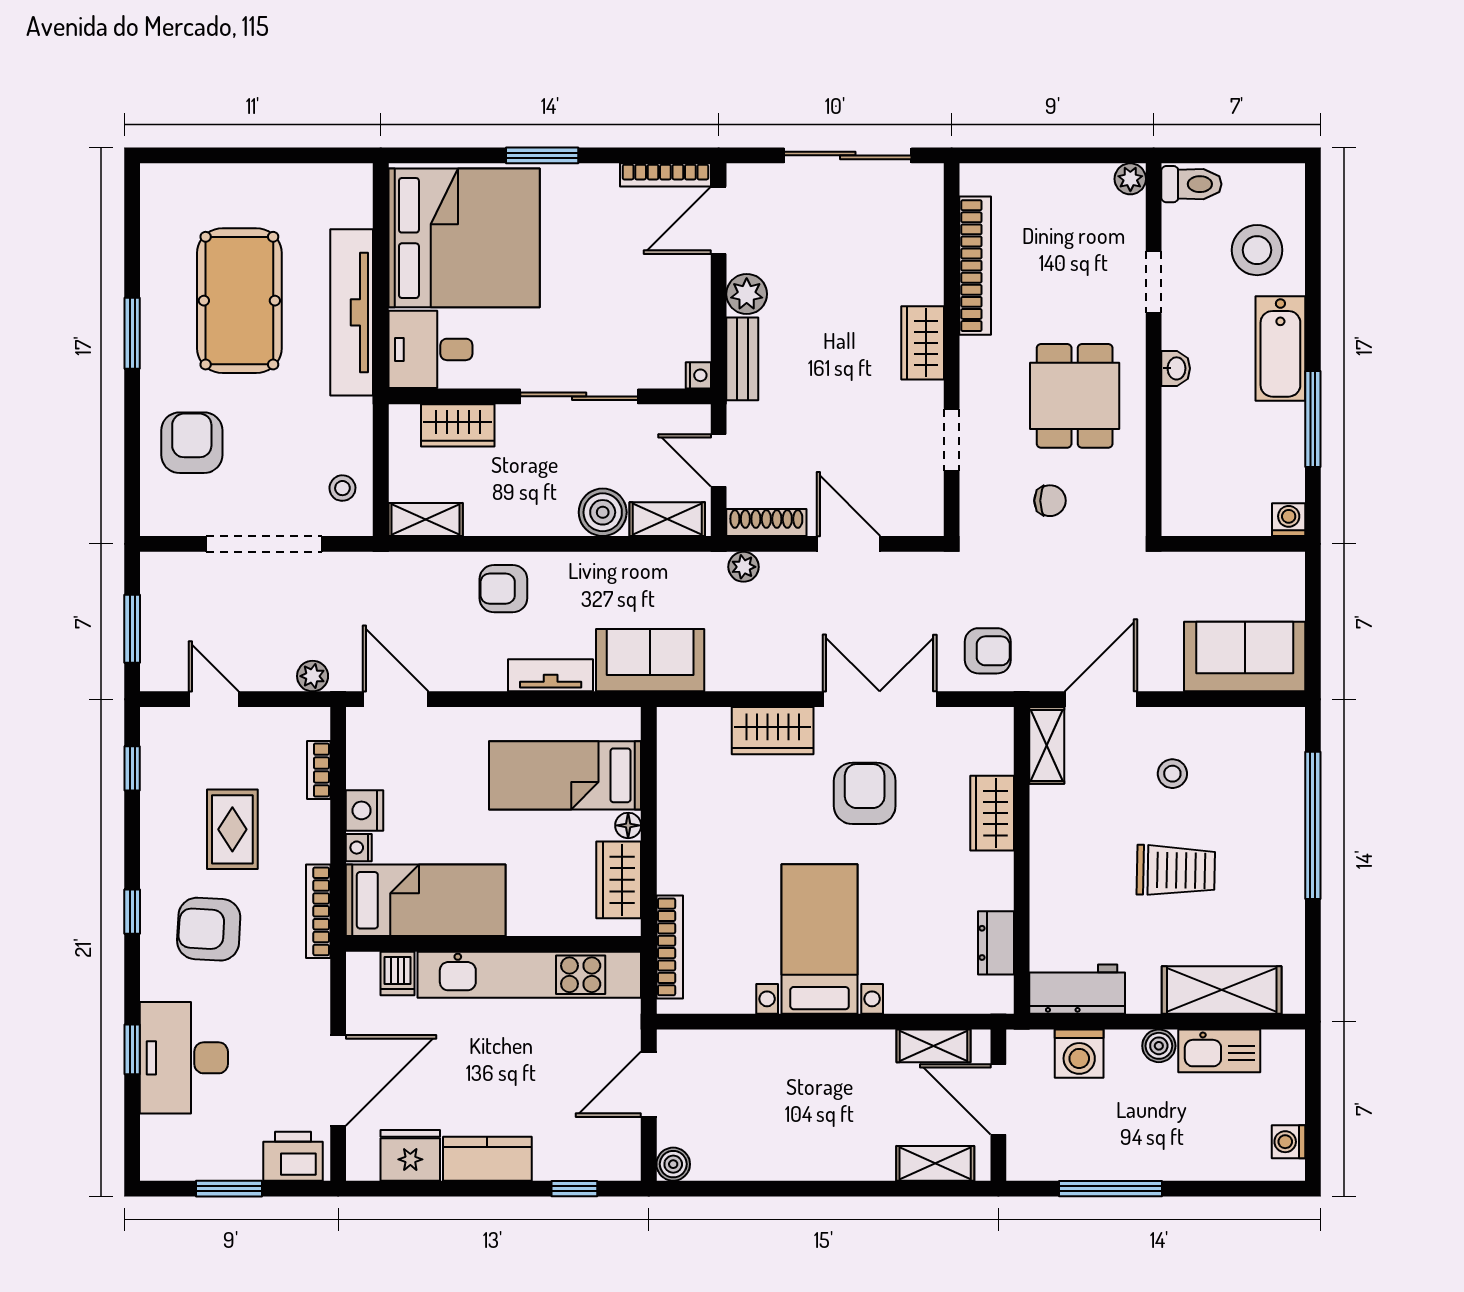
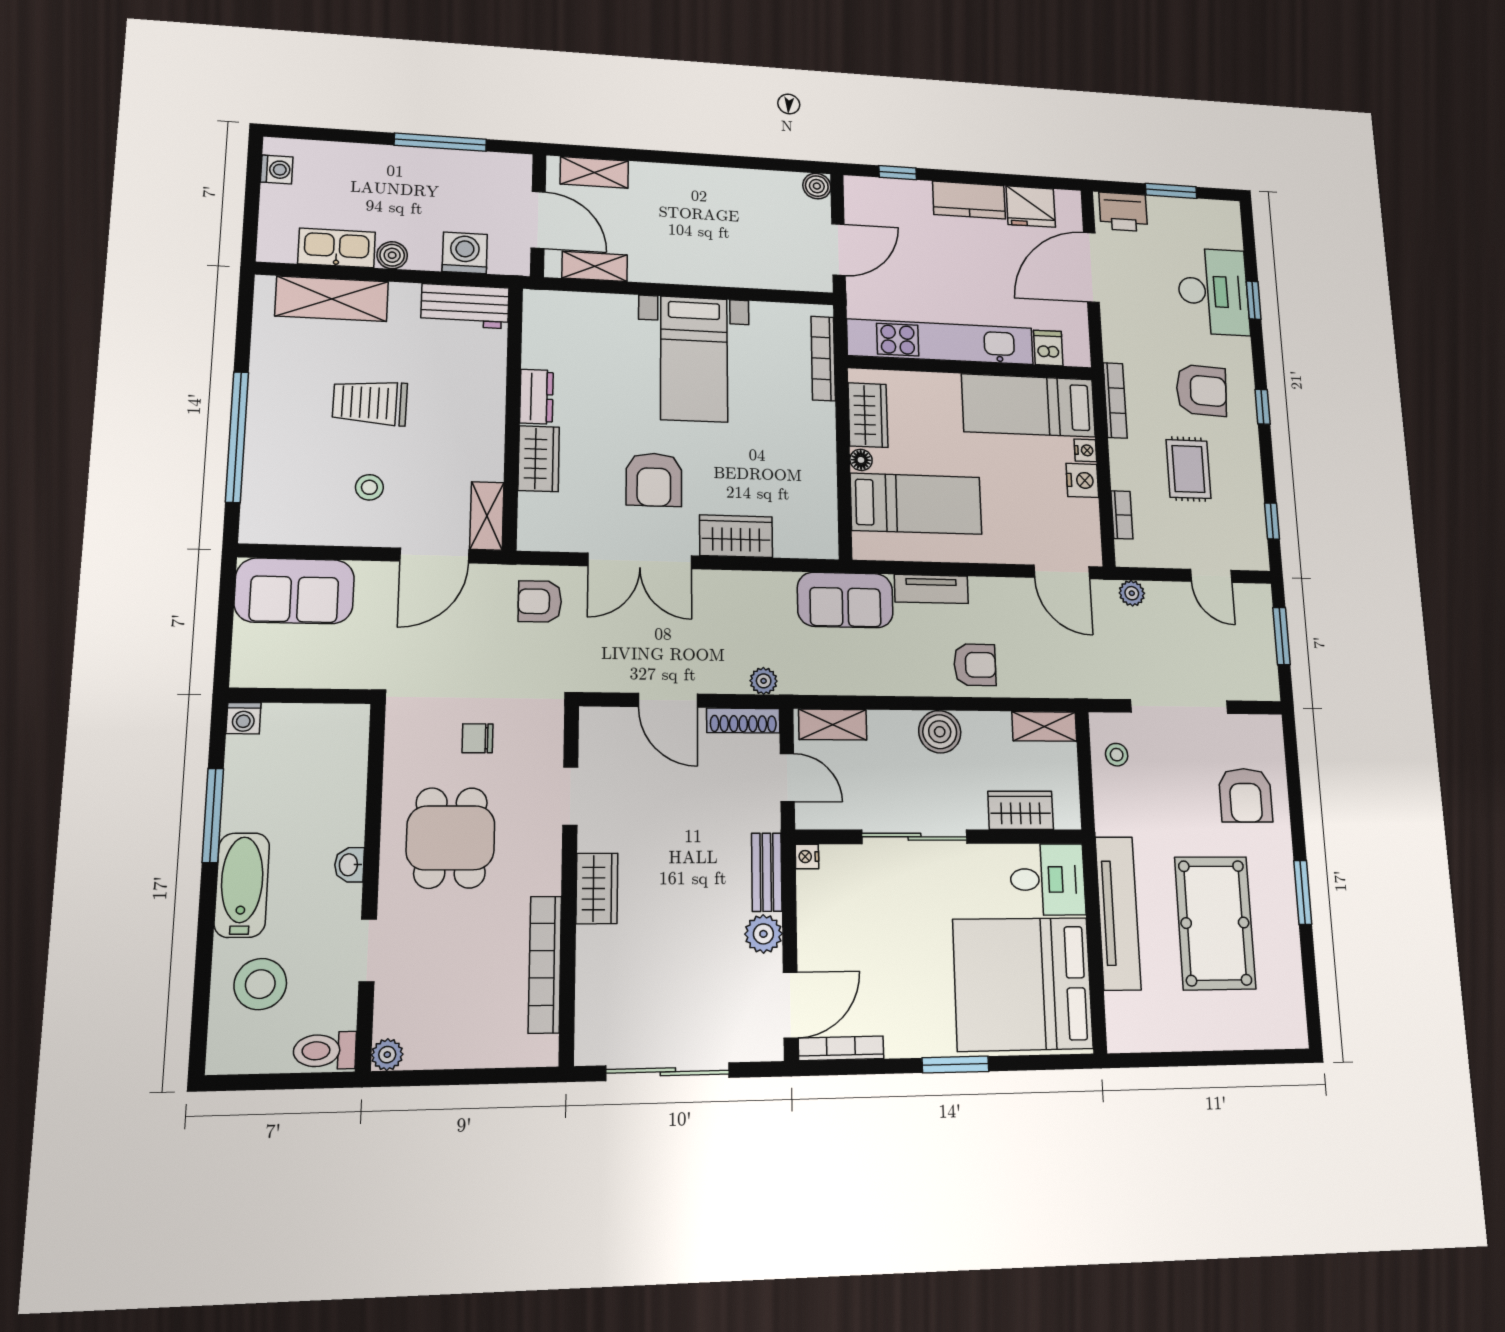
boiler: (603, 512) -> (940, 732), moved
dresser: (996, 943) -> (536, 397), moved

